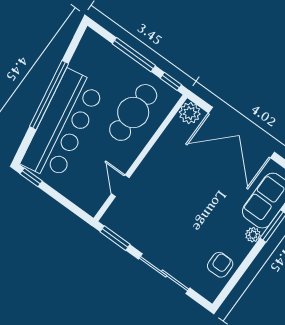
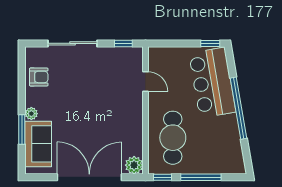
bar counter: (63, 125) -> (212, 83), width x0.73
window: (115, 238) -> (123, 43), width x0.67
armchair: (220, 265) -> (39, 77), turned -90

